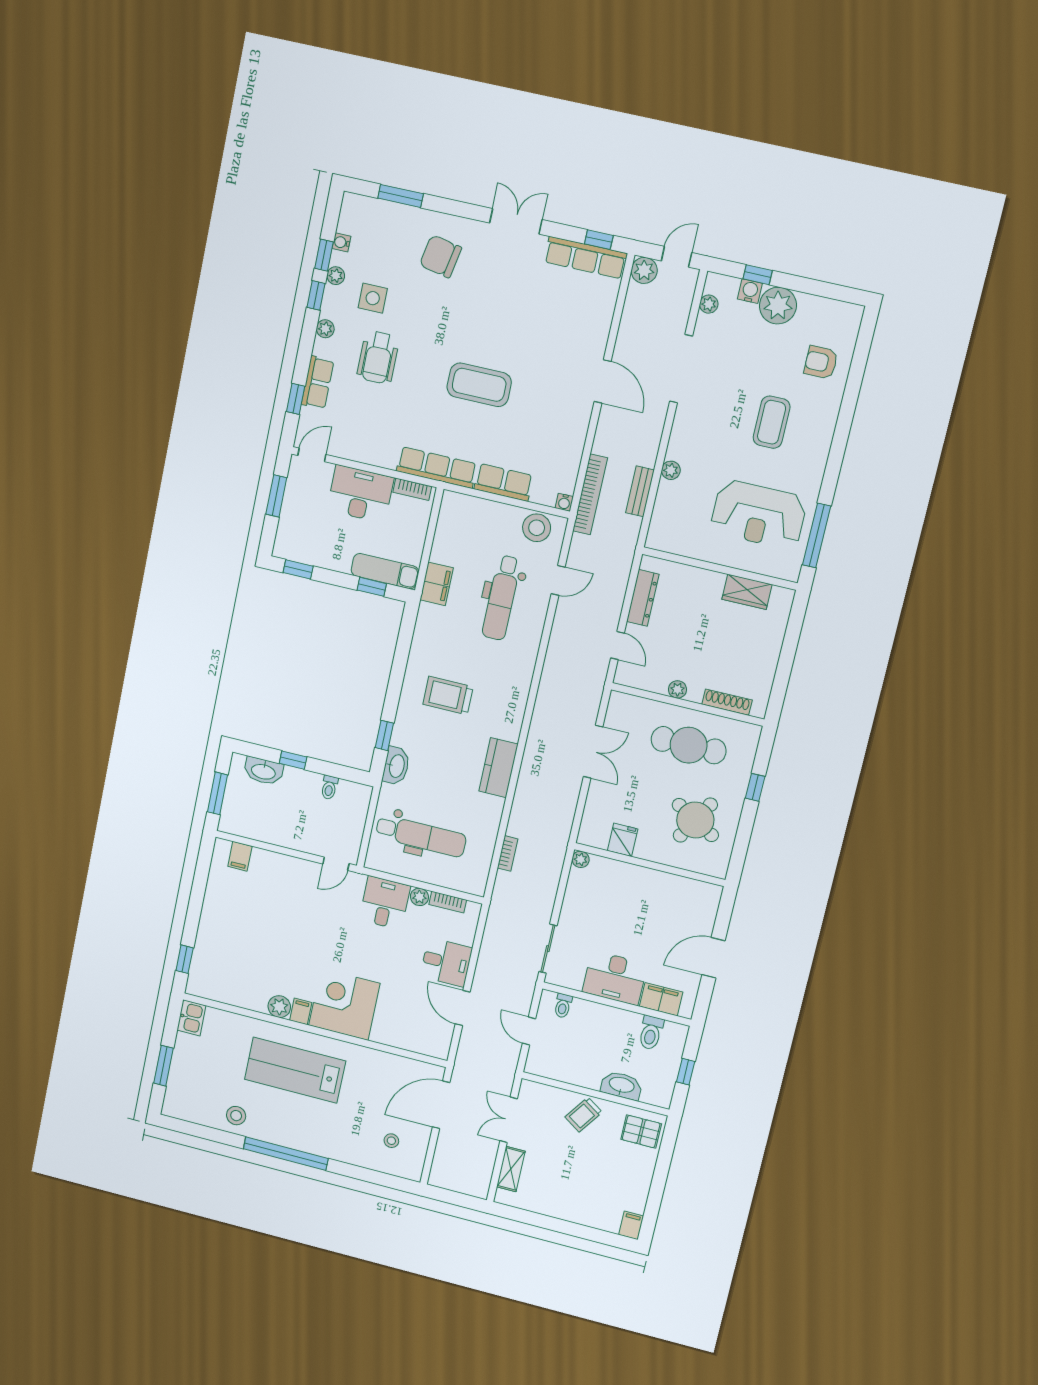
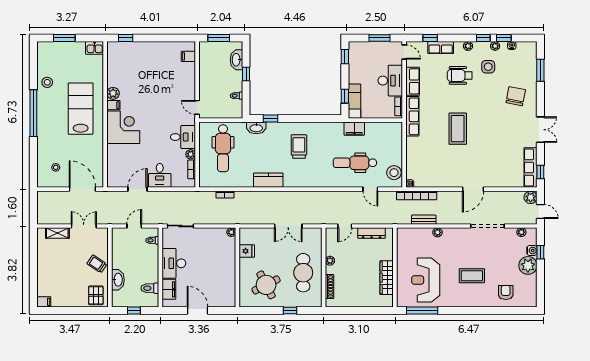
row of seats: (504, 482) -> (413, 81), moved
wardrobe: (747, 592) -> (387, 278), width x1.50
round table: (695, 820) -> (266, 285), turned 33

